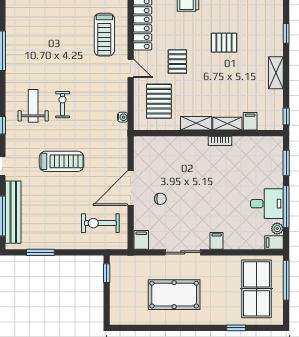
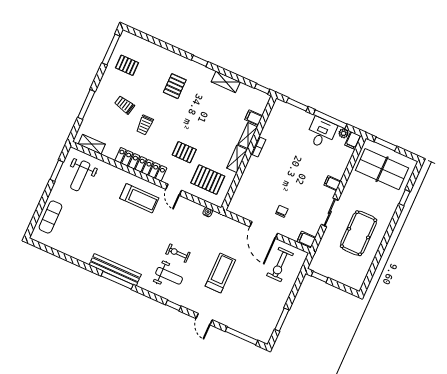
pallet: (224, 43) -> (175, 86), moved
door: (131, 68) -> (174, 190), swing flipped
weight bench: (33, 106) -> (169, 276), turned 180
bench: (13, 212) -> (115, 270), moved
window: (286, 280) -> (385, 144), width x0.69

